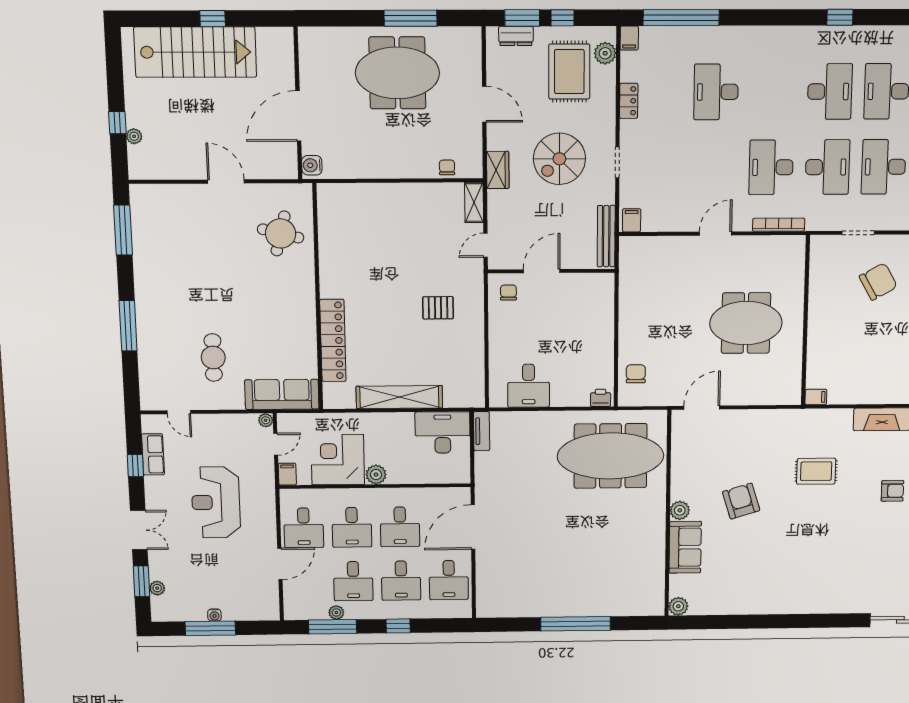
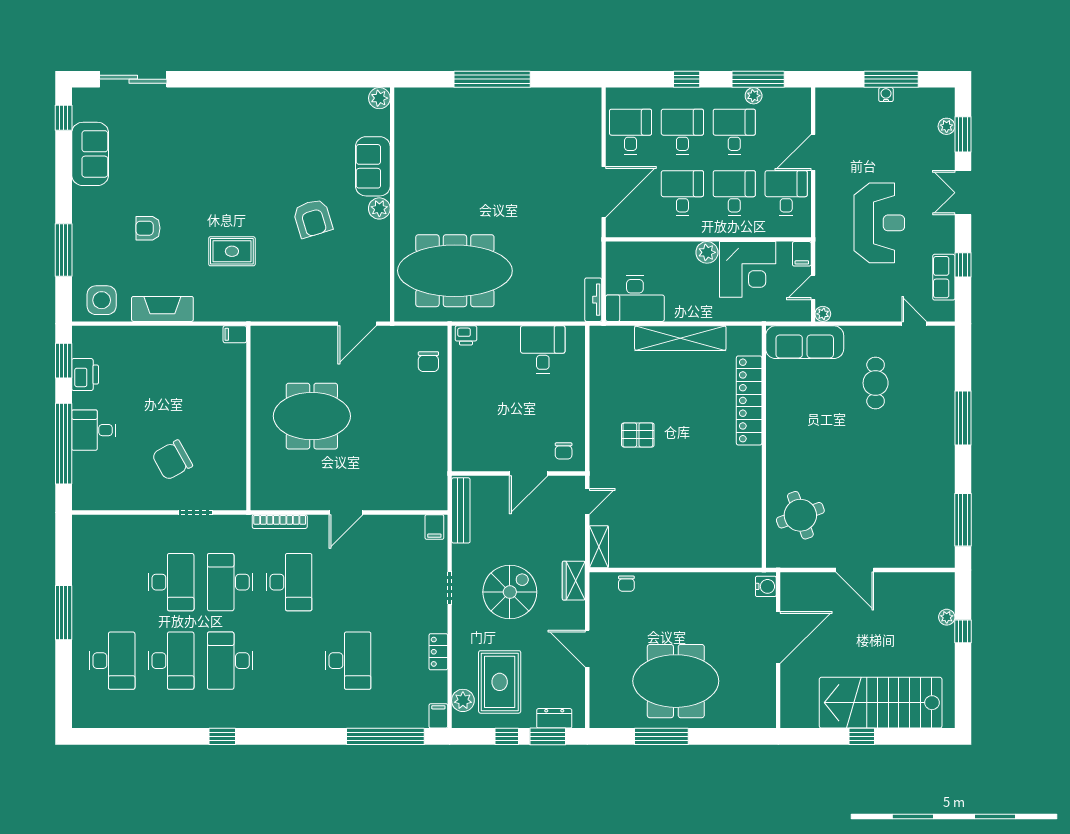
round table: (281, 233) -> (800, 515), turned -34

